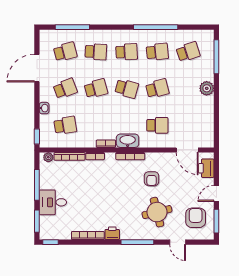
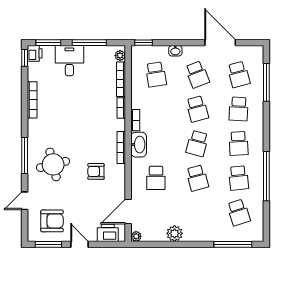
plant: (207, 88) -> (175, 233), moved
plant: (209, 143) -> (136, 236), added
round table: (157, 212) -> (53, 164), moved
printer: (112, 233) -> (35, 53), moved

